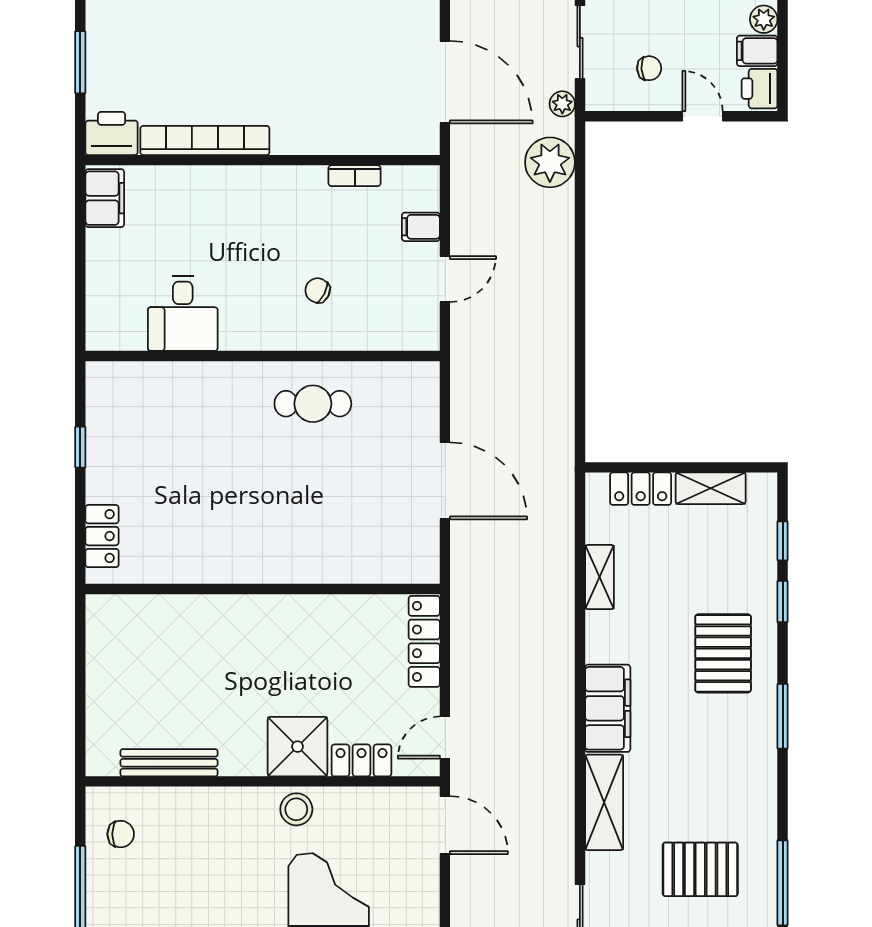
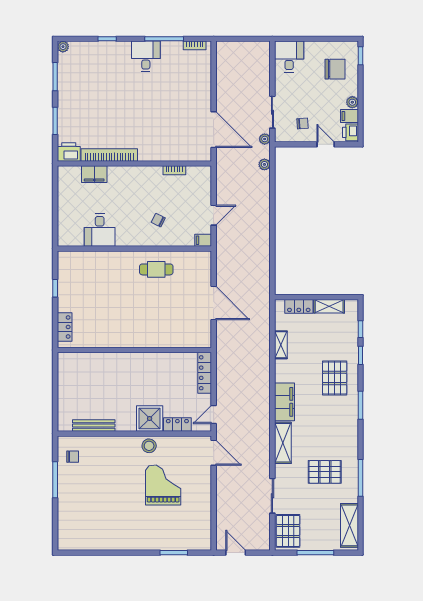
plant: (550, 162) -> (264, 164), width x0.53, depth x0.53
filing cabinet: (105, 198) -> (94, 174), moved, turned 90
filing cabinet: (421, 227) -> (203, 240), moved

